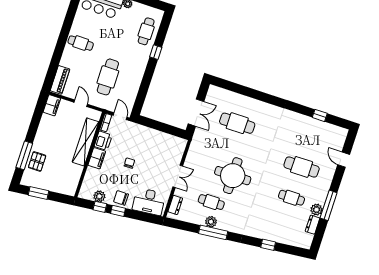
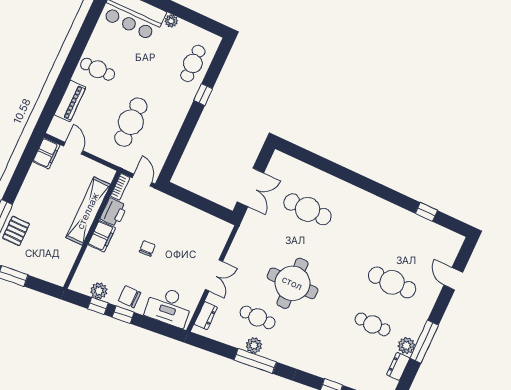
piano: (60, 80) -> (70, 101), moved
door: (81, 103) -> (73, 148), moved

